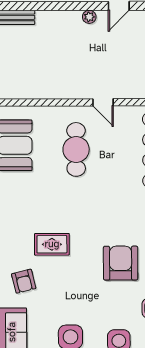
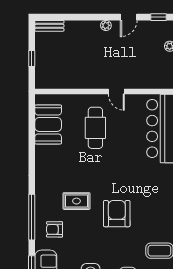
armchair: (121, 263) -> (117, 214), moved
armchair: (24, 281) -> (55, 229), turned 104

